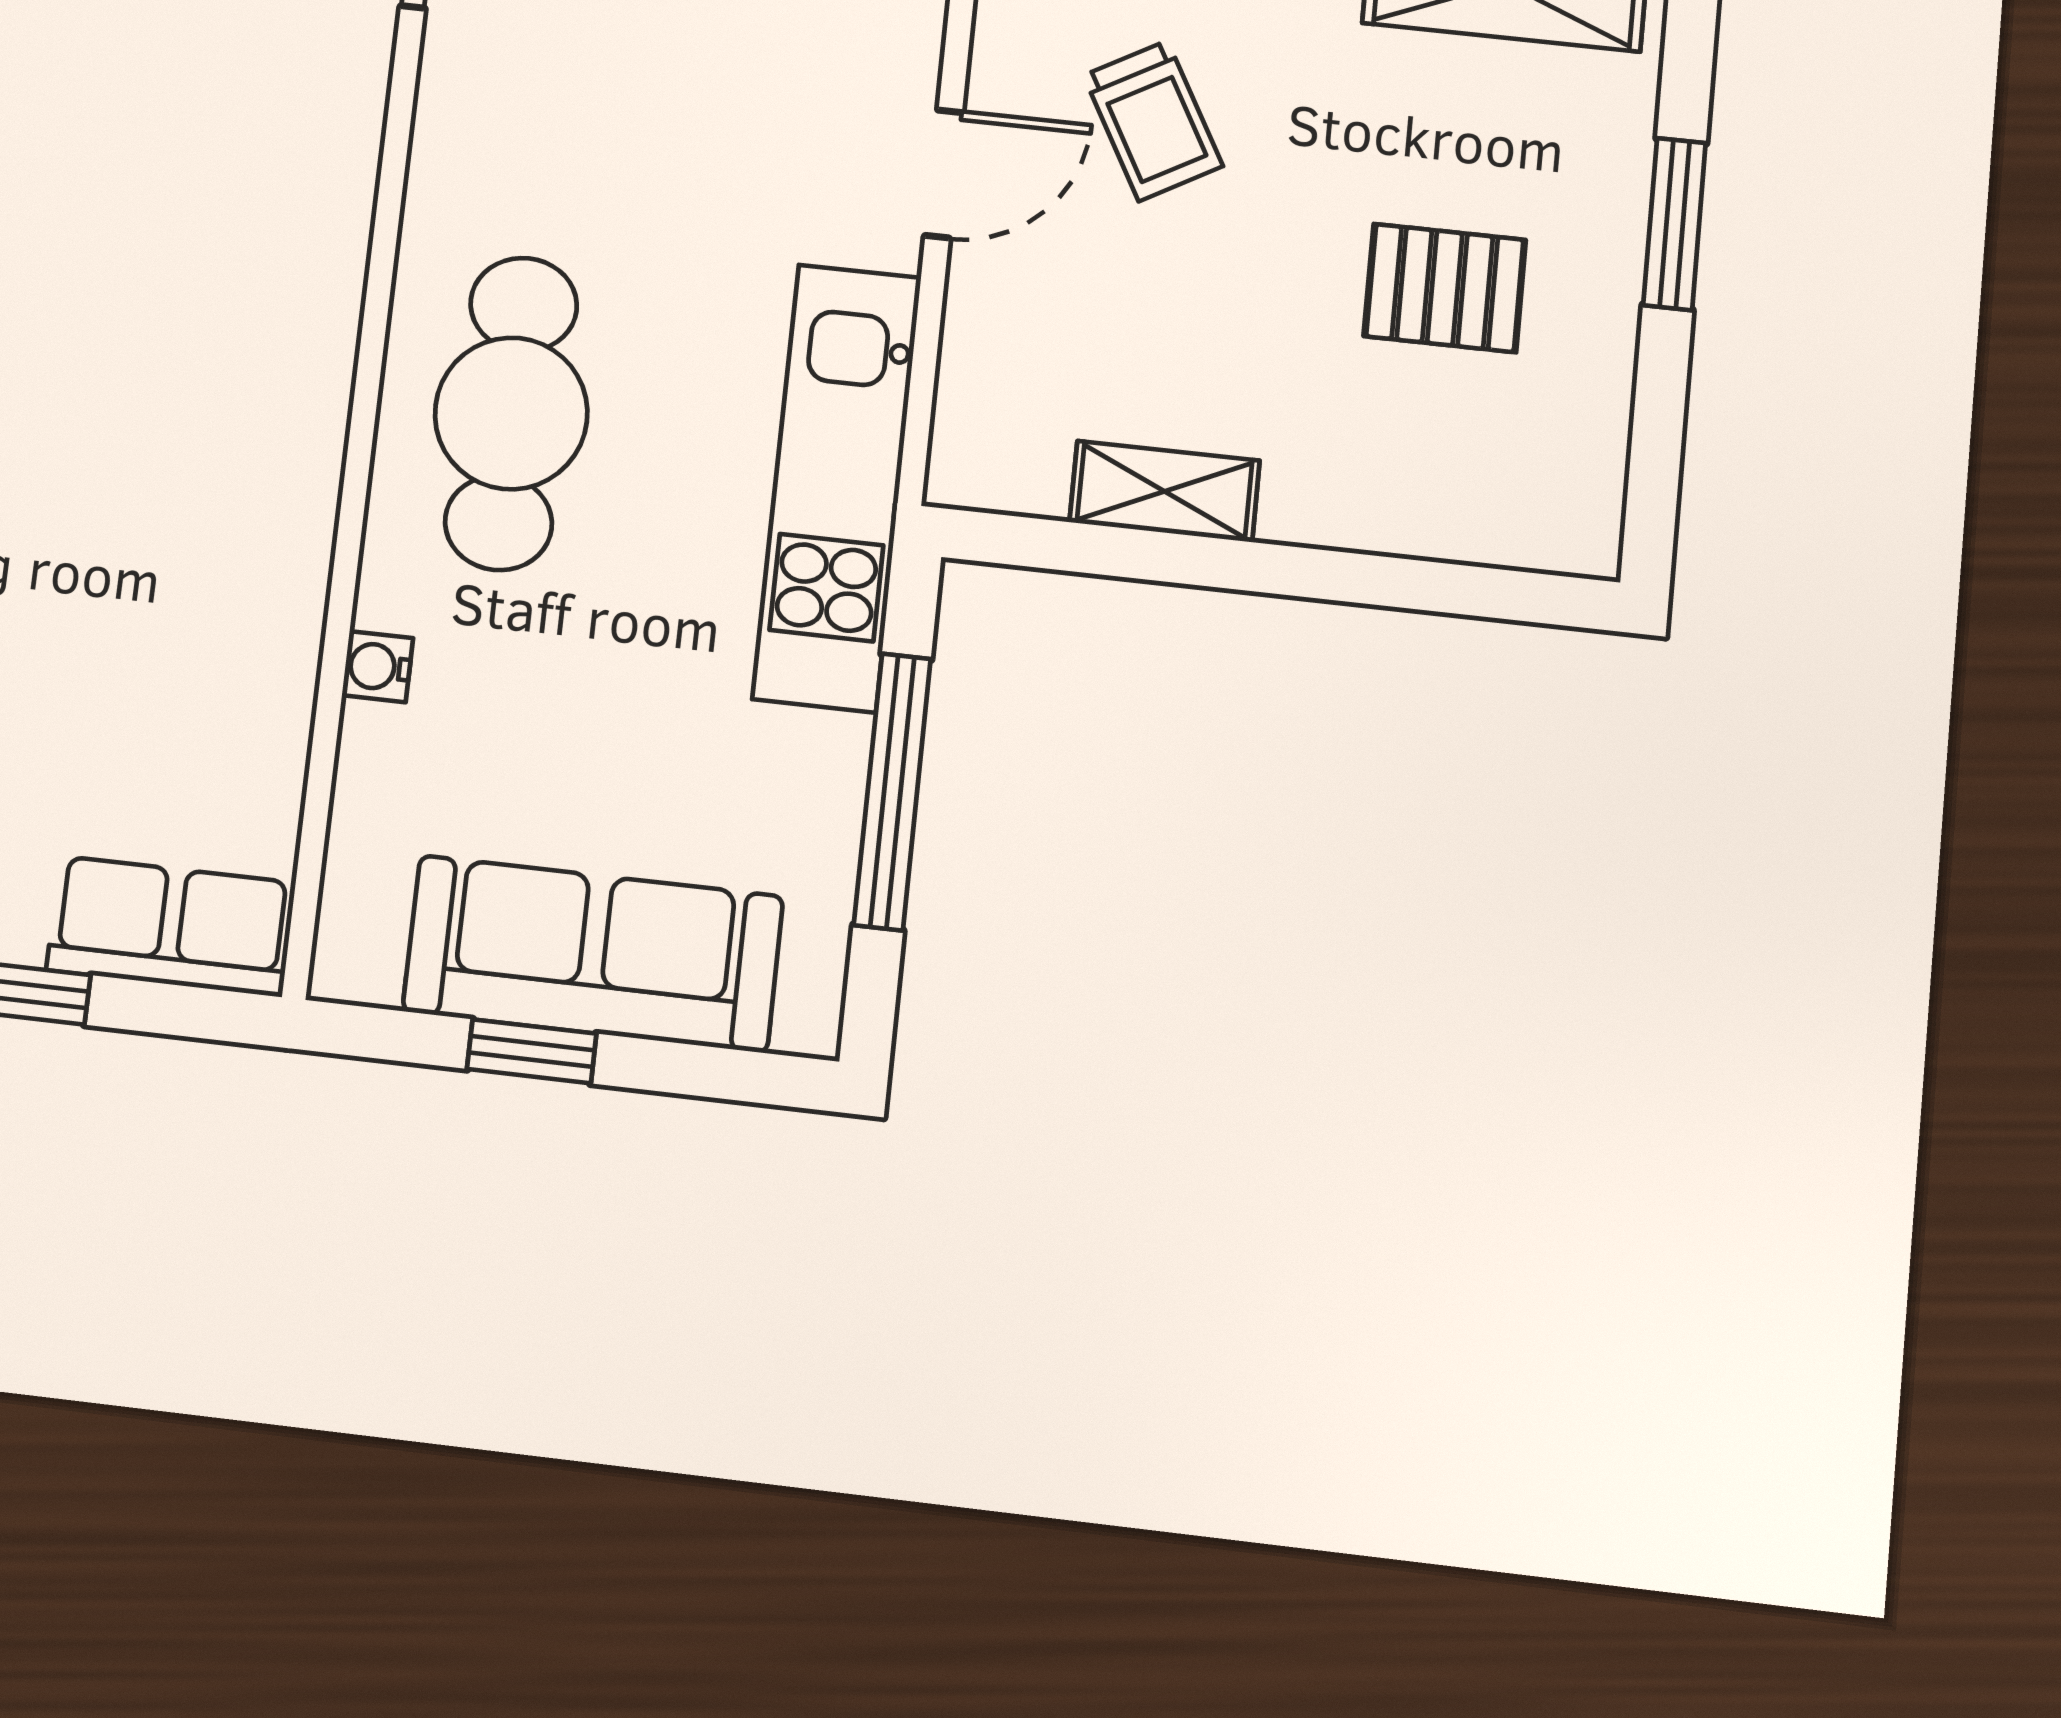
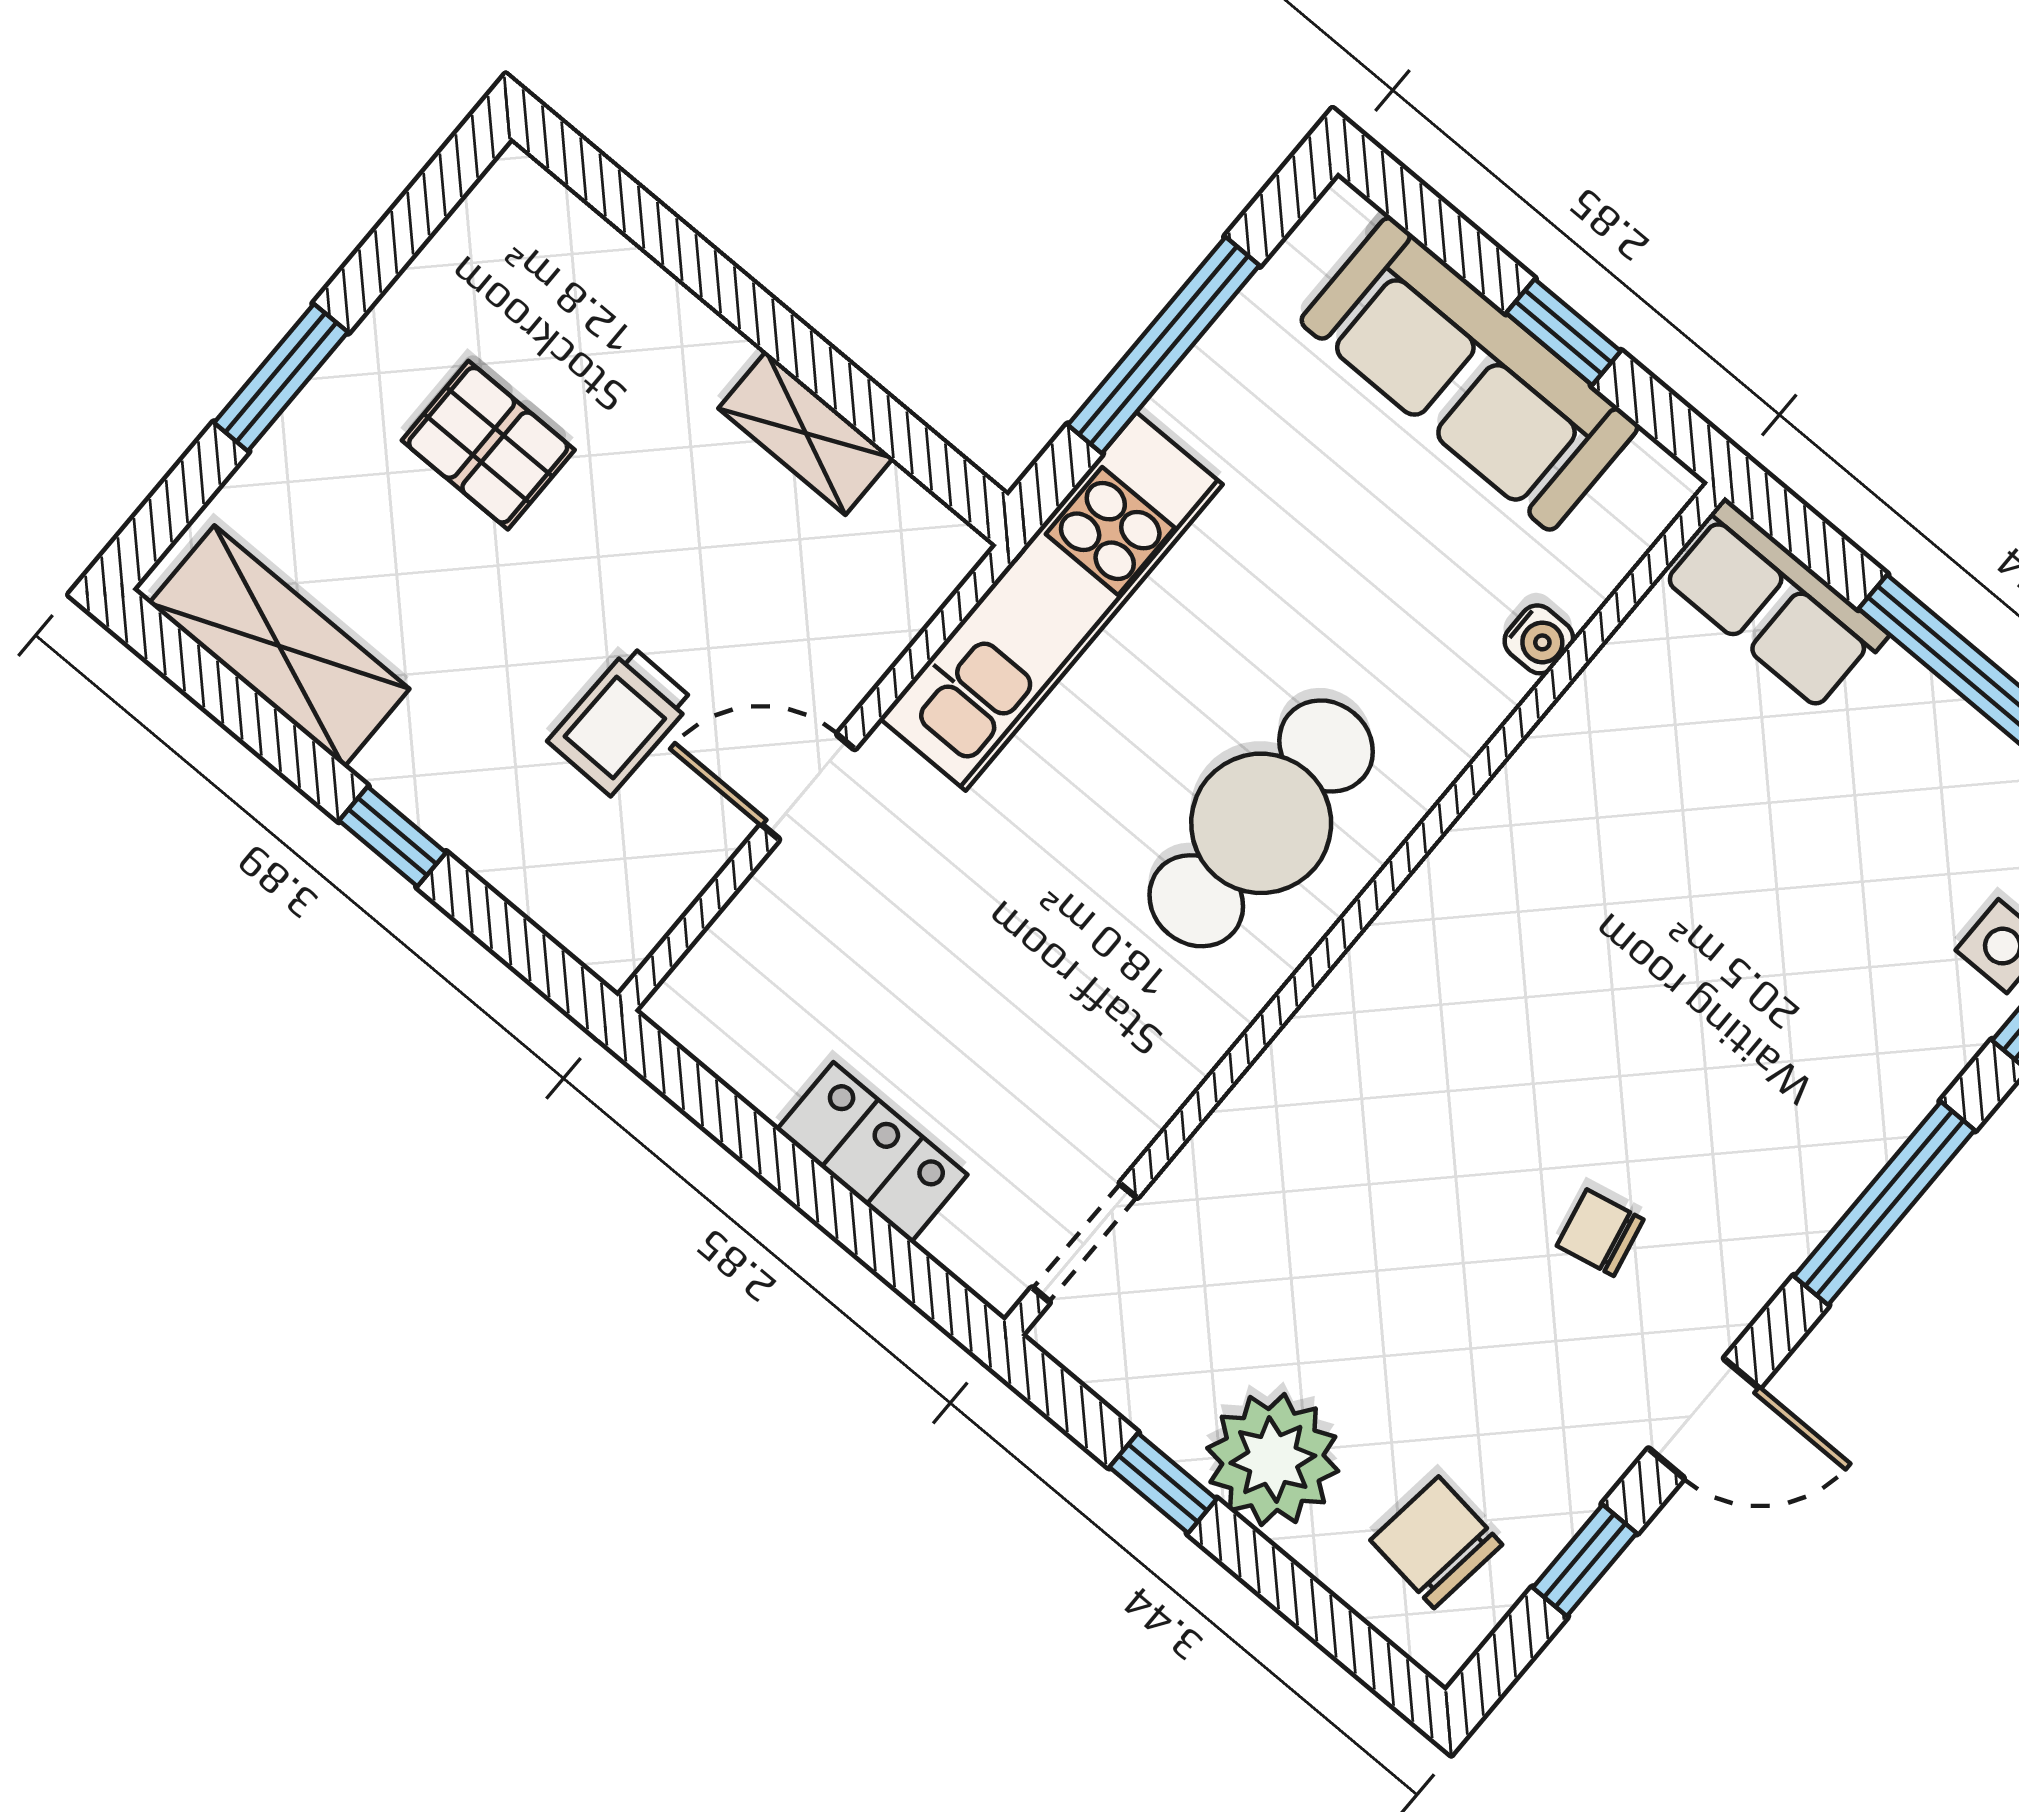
trolley: (1153, 121) -> (621, 721), turned -150
water cooler: (378, 667) -> (1539, 639), moved

